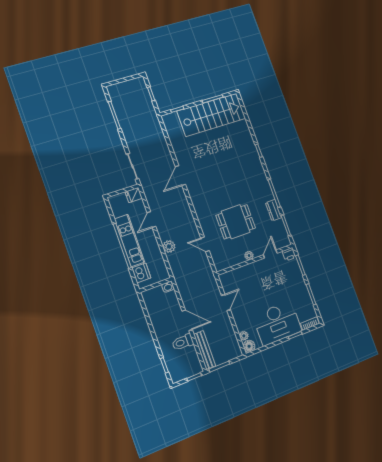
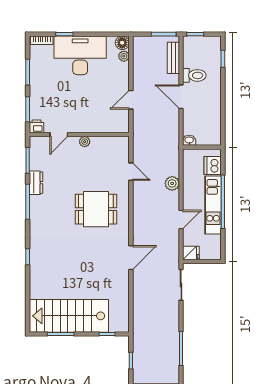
dining table: (236, 222) -> (96, 209), moved
bench: (205, 350) -> (173, 58), width x0.73

